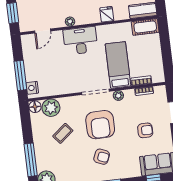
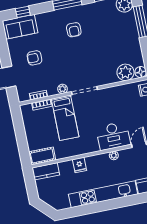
desk: (80, 41) -> (113, 136), moved
armchair: (100, 125) -> (78, 60), removed
coffee table: (63, 133) -> (112, 49), removed
armchair: (102, 157) -> (74, 30), turned -113

